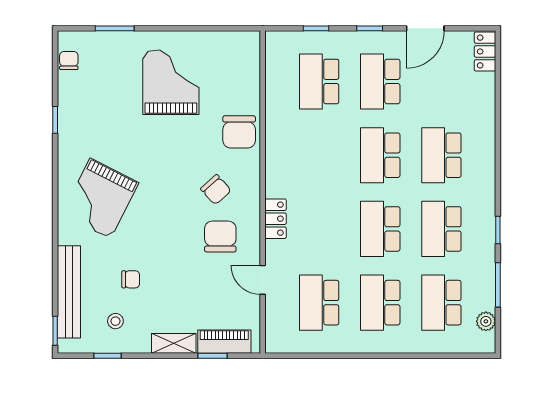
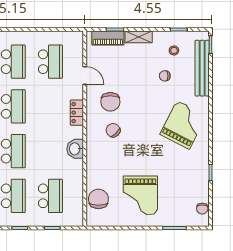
chair: (239, 132) -> (98, 199), moved
washbasin: (278, 159) -> (75, 149), added

